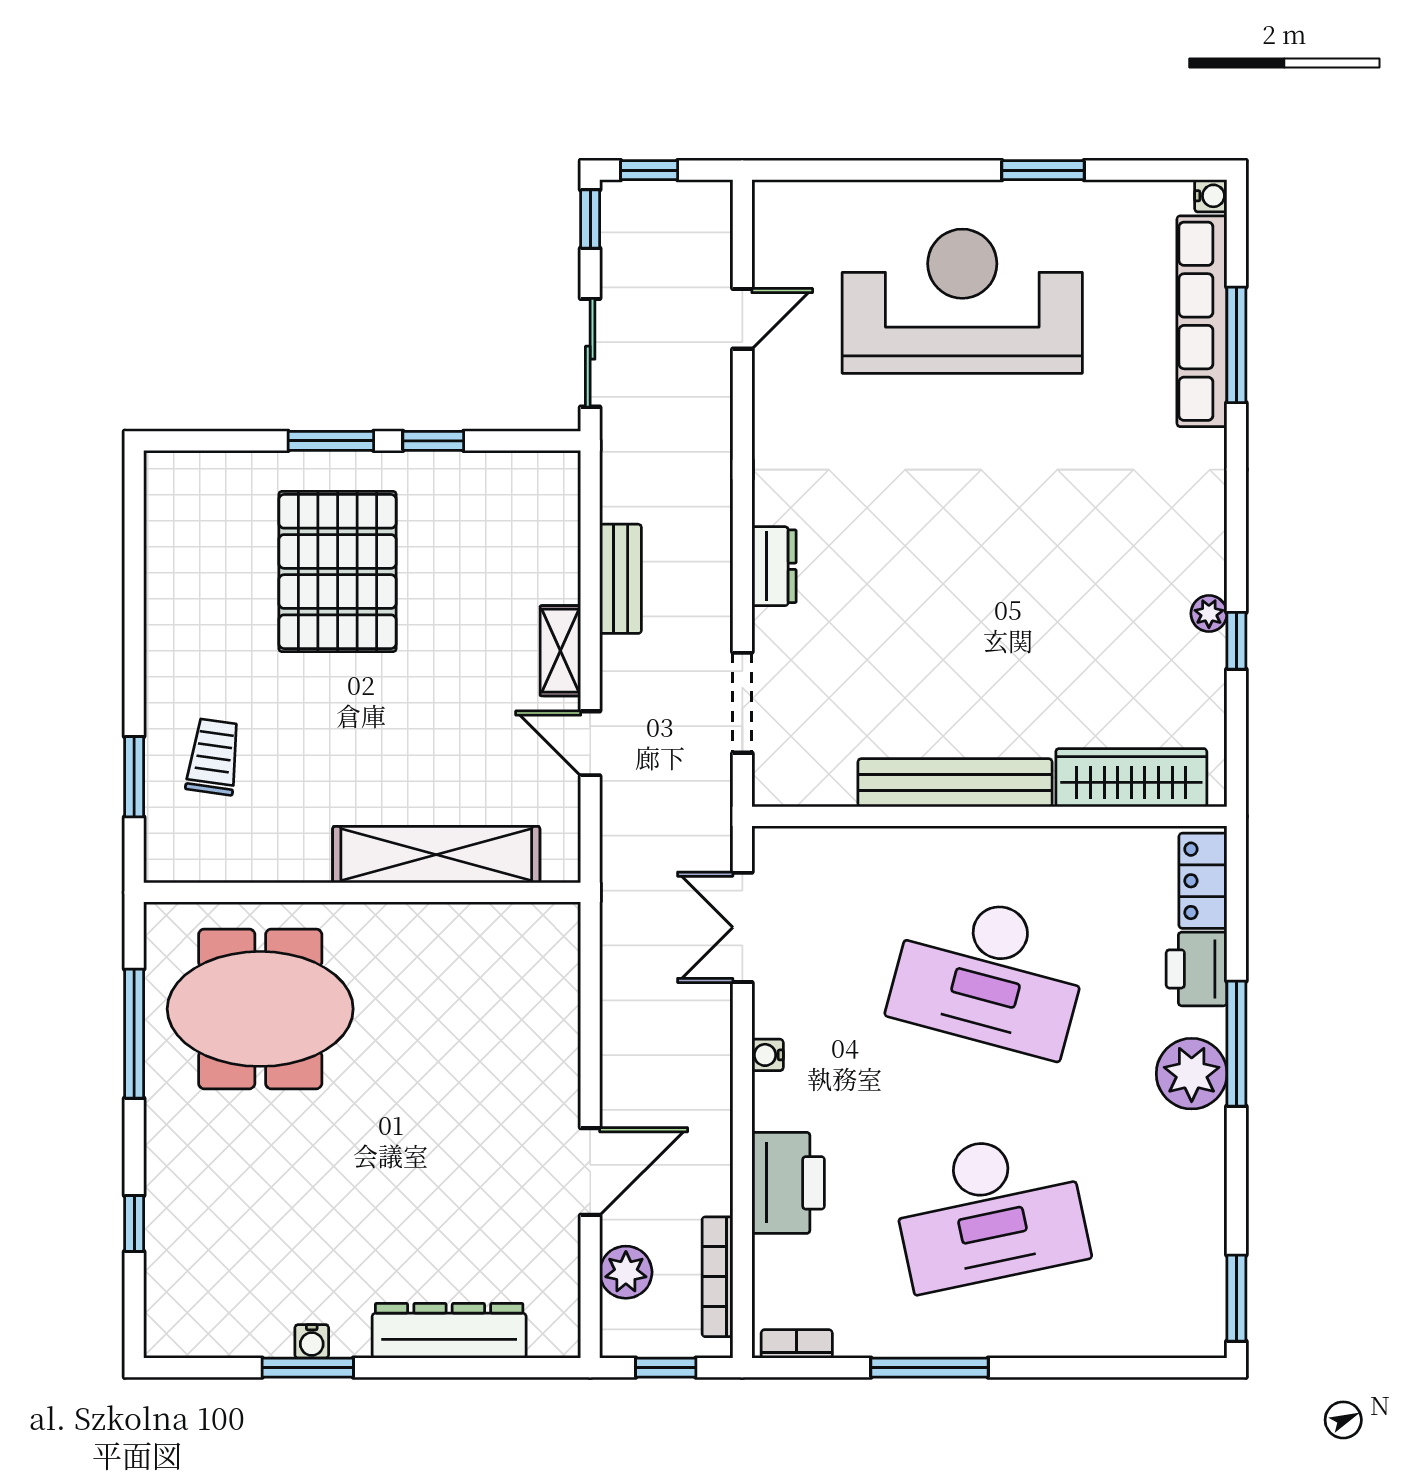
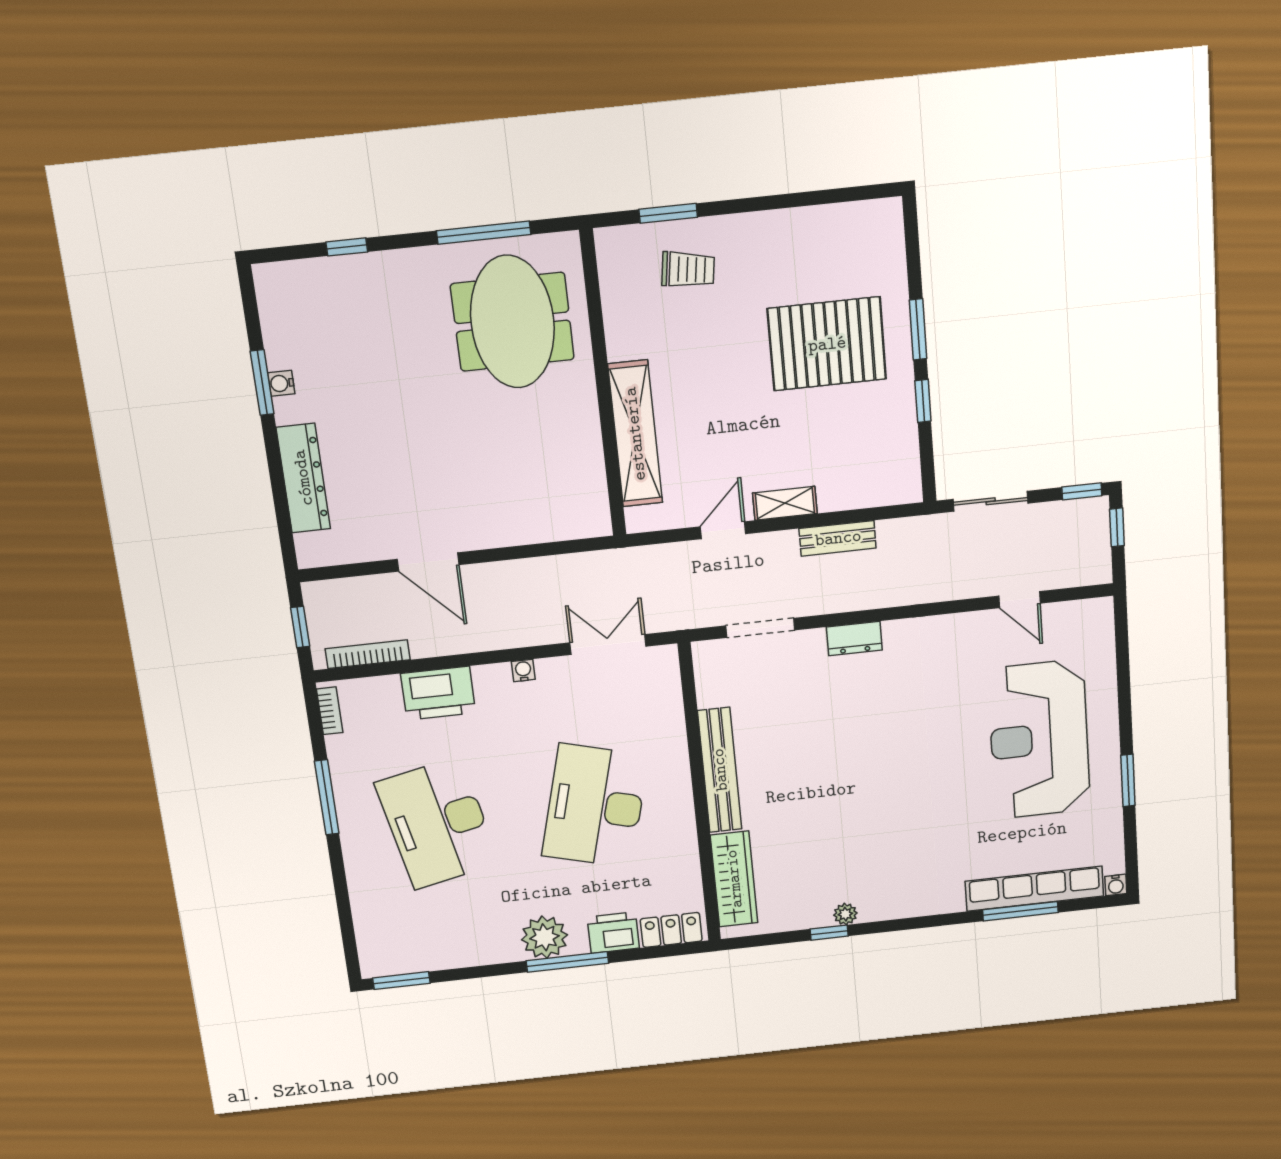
reception desk: (962, 301) -> (1039, 739), turned 180
plant: (626, 1272) -> (362, 593), removed

